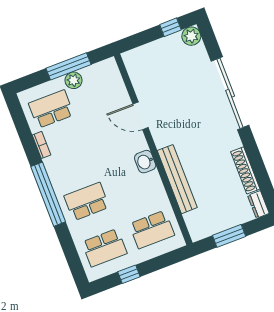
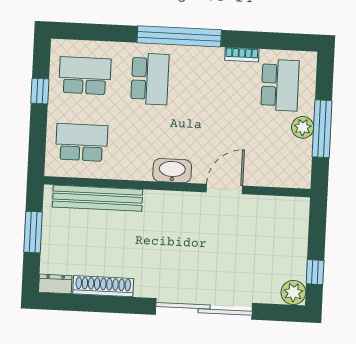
washbasin: (145, 162) -> (172, 171), width x1.38
bench: (177, 179) -> (98, 198), moved
school desk: (152, 230) -> (82, 142), turned 90
school desk: (104, 248) -> (85, 76), turned 90

